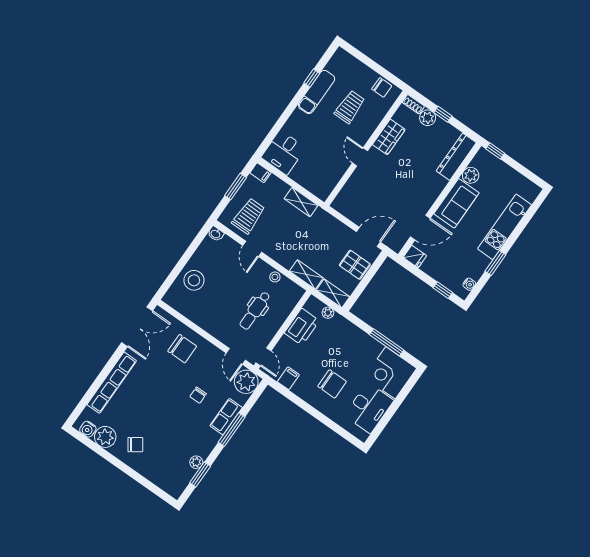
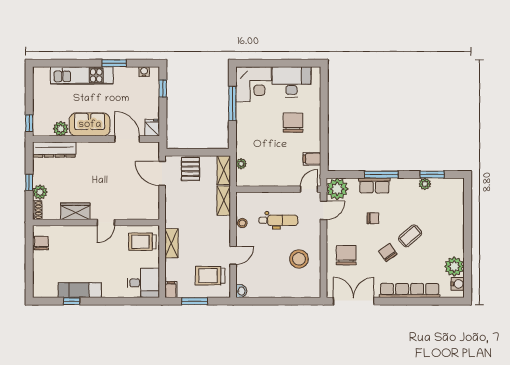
trolley: (350, 107) -> (142, 242), moved
stool: (194, 280) -> (299, 259), moved
printer: (302, 327) -> (266, 176), removed
coffee table: (160, 417) -> (410, 236), added
chair: (135, 445) -> (388, 253), moved

